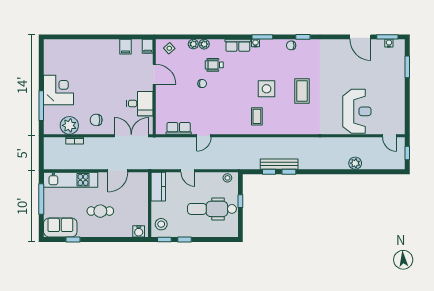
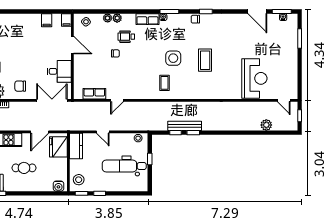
plant: (355, 163) -> (266, 125), moved
fridge: (138, 188) -> (58, 147), added

